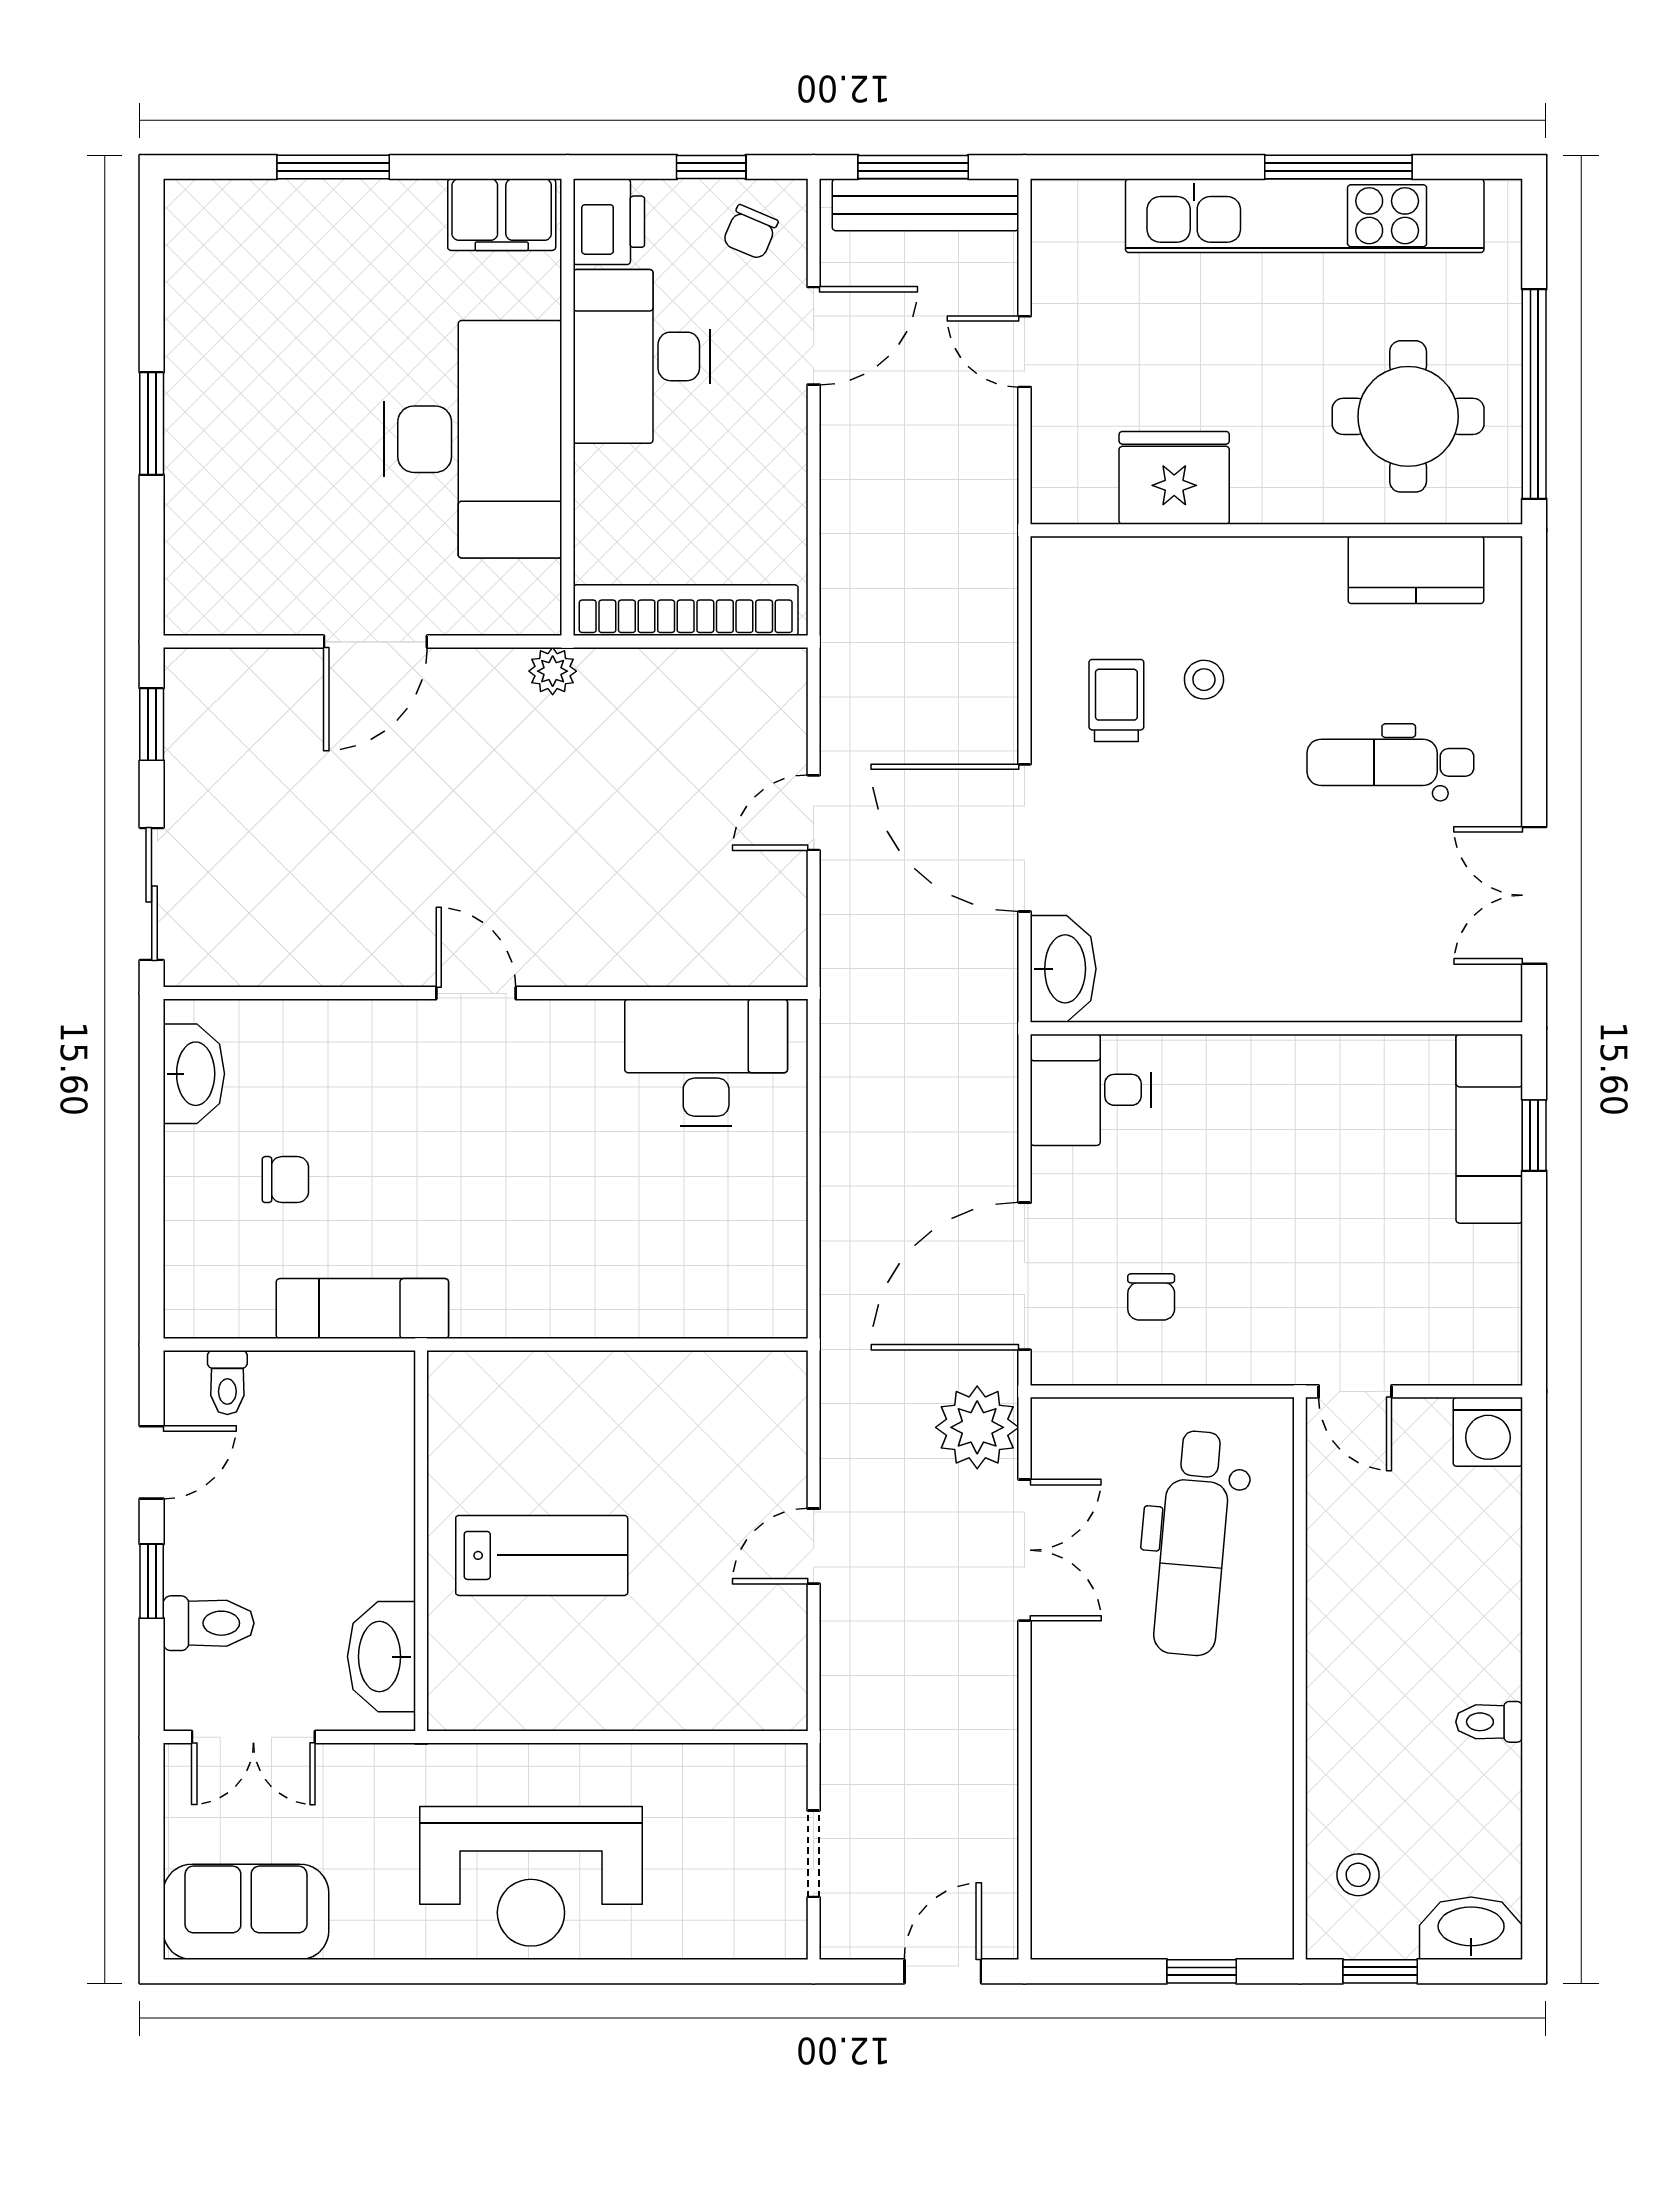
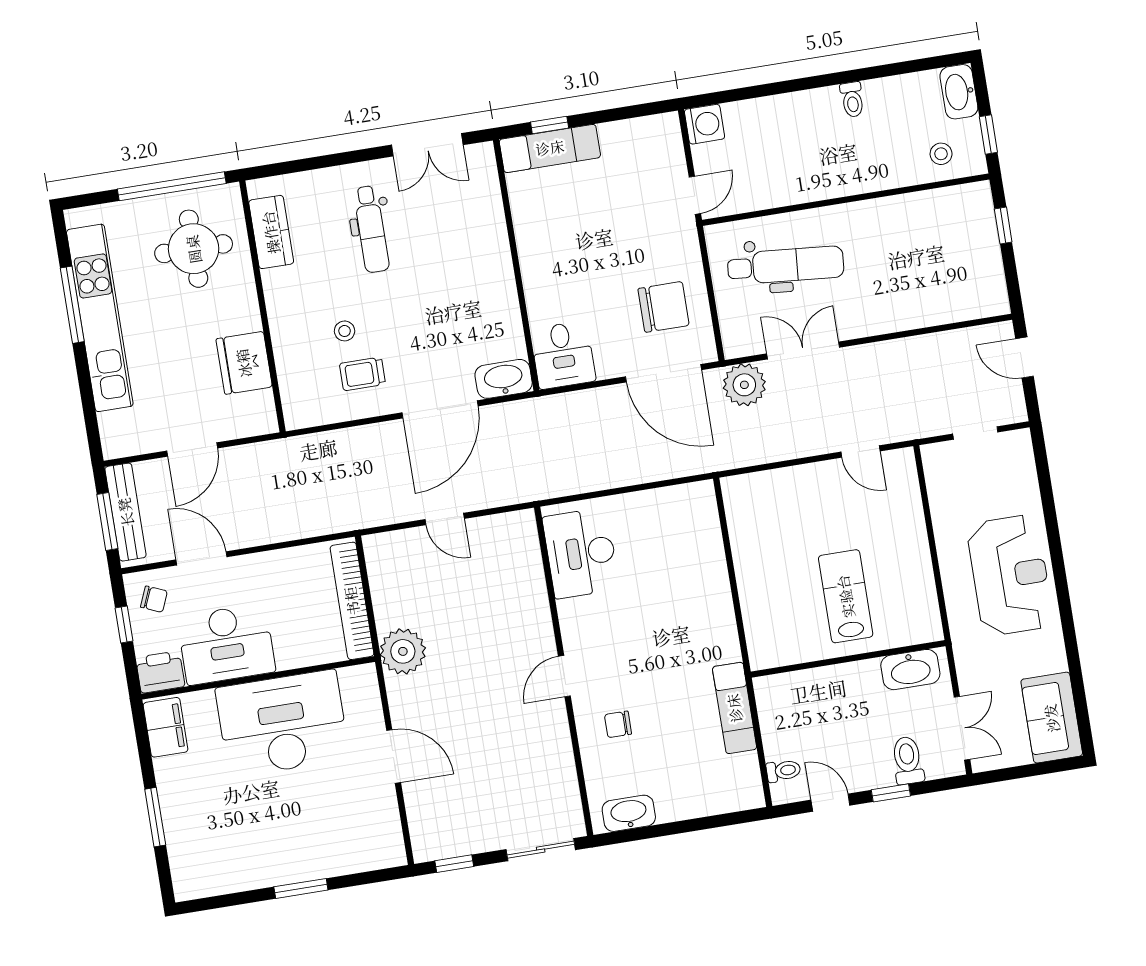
door: (1025, 352) -> (192, 450), width x1.38
plant: (553, 671) -> (403, 651), width x1.88, depth x1.88
chair: (285, 1180) -> (618, 724), moved, turned -90
chair: (1151, 1297) -> (664, 307), width x1.87, depth x1.87
door: (814, 1546) -> (860, 452), moved

